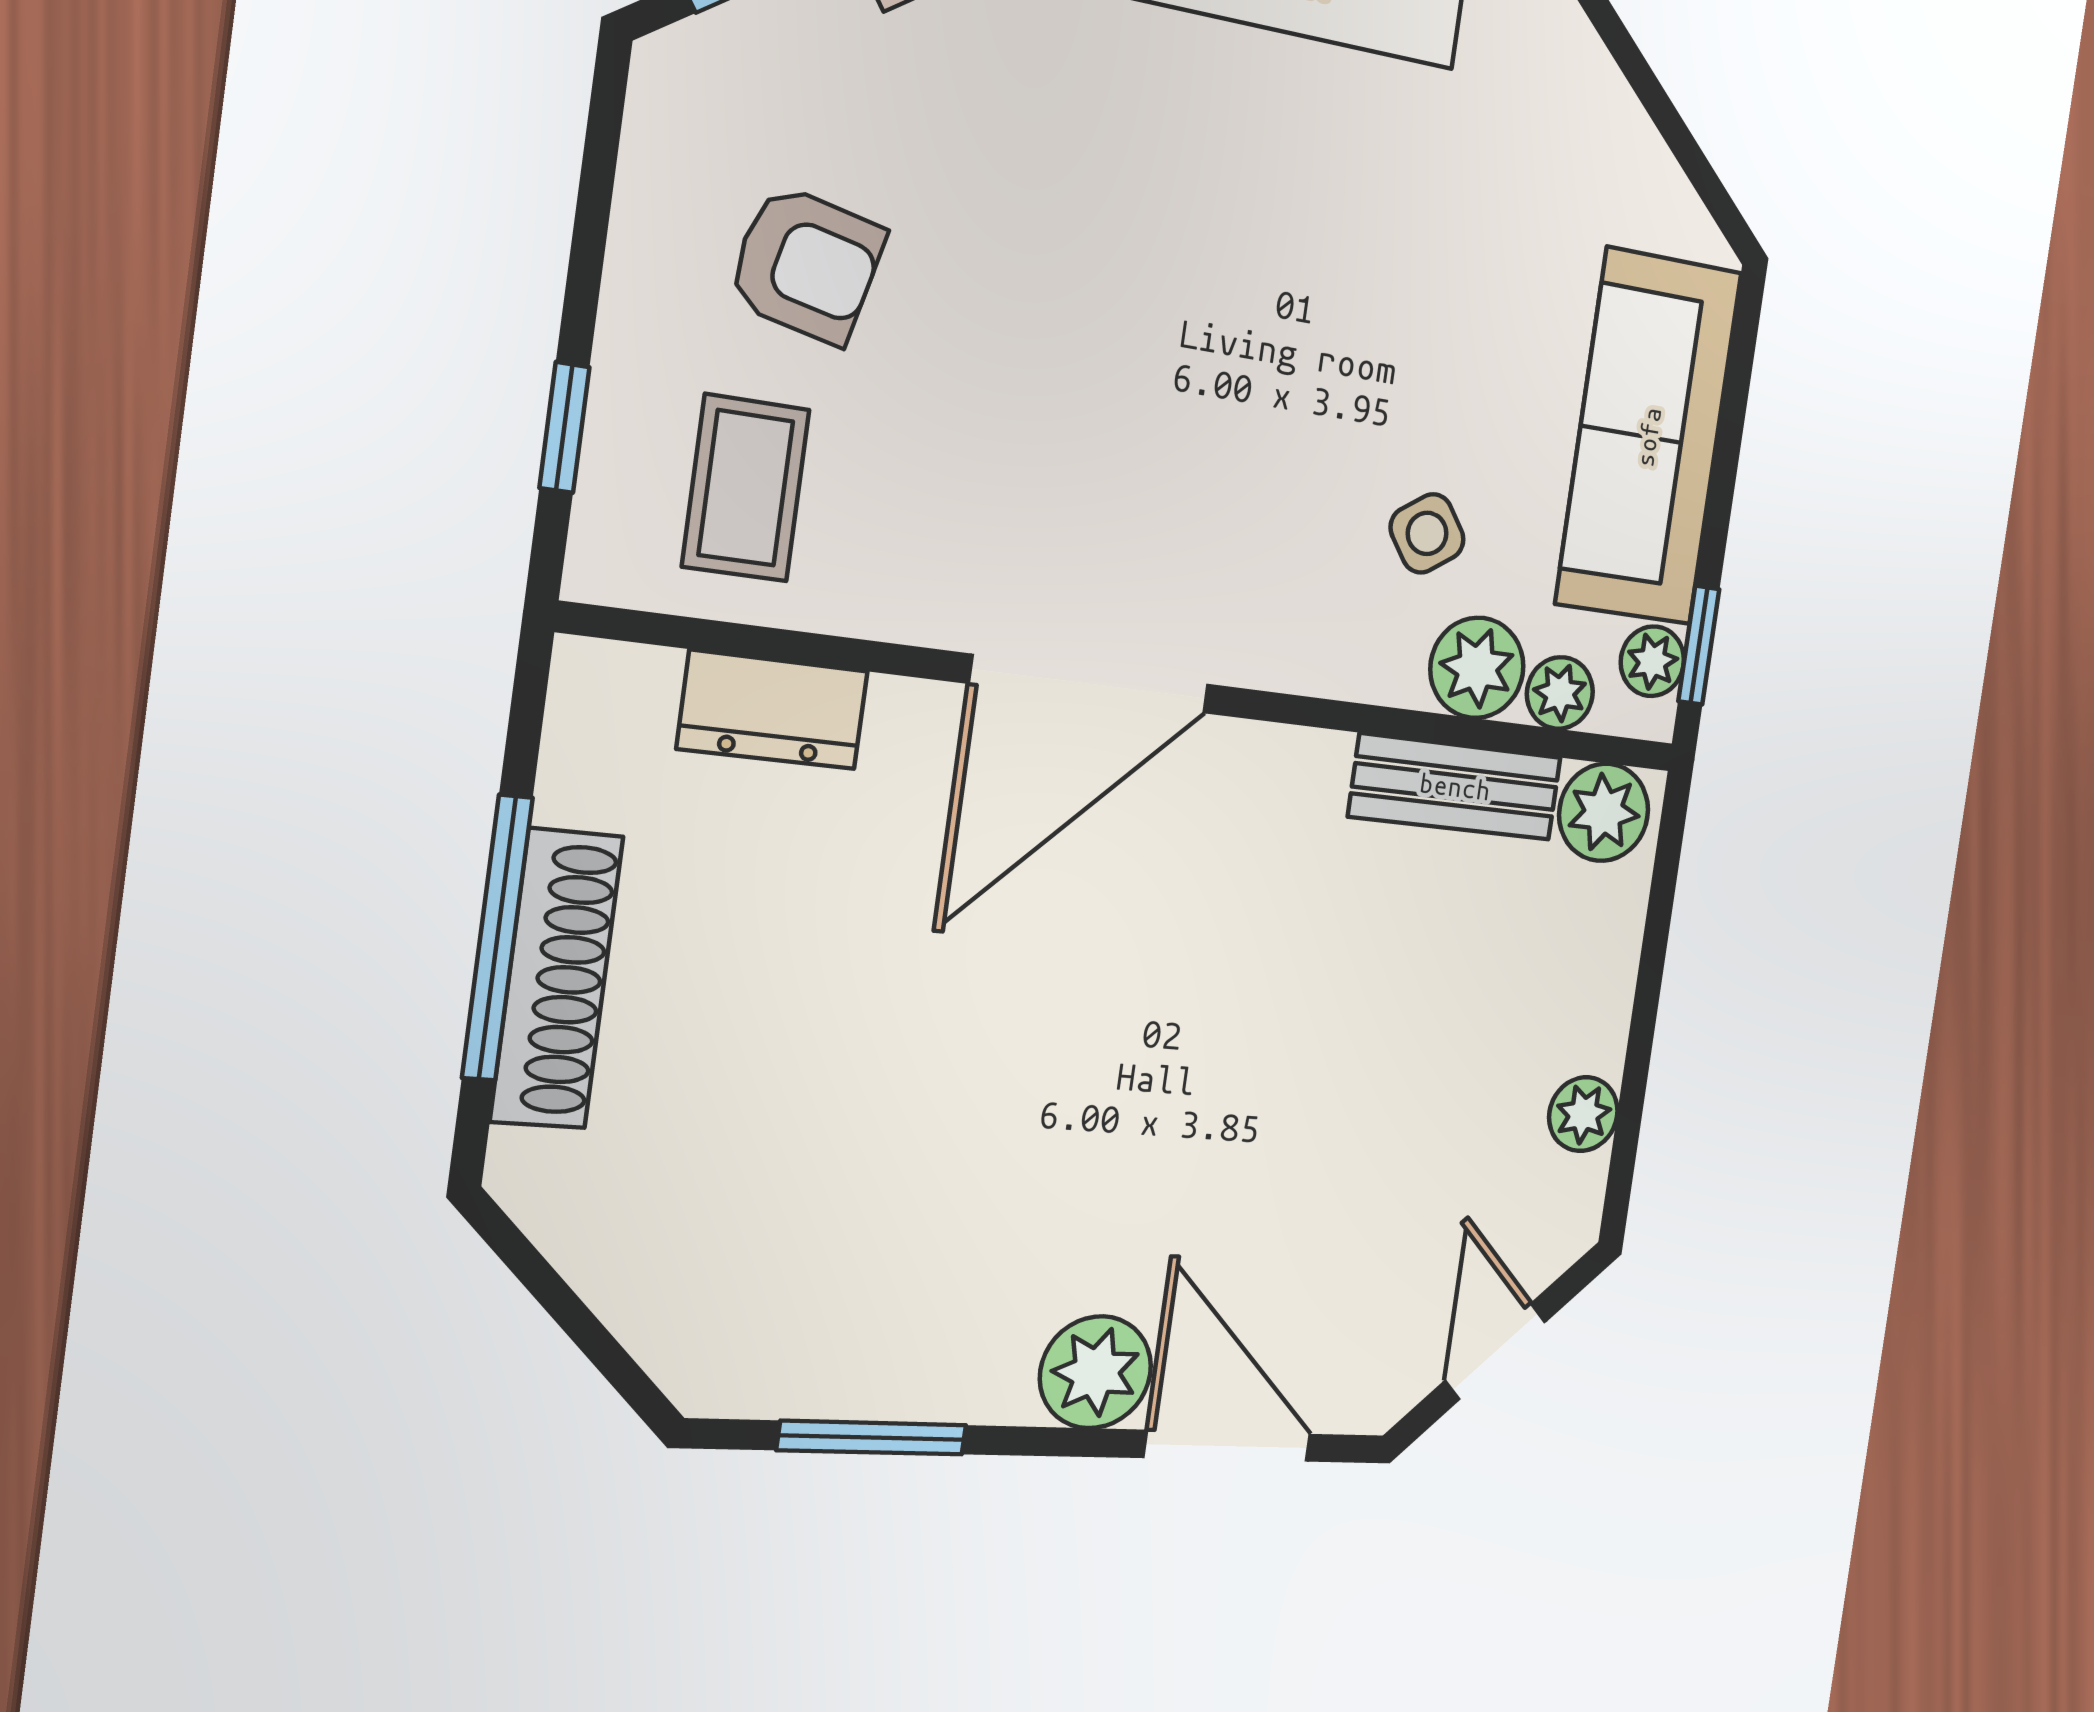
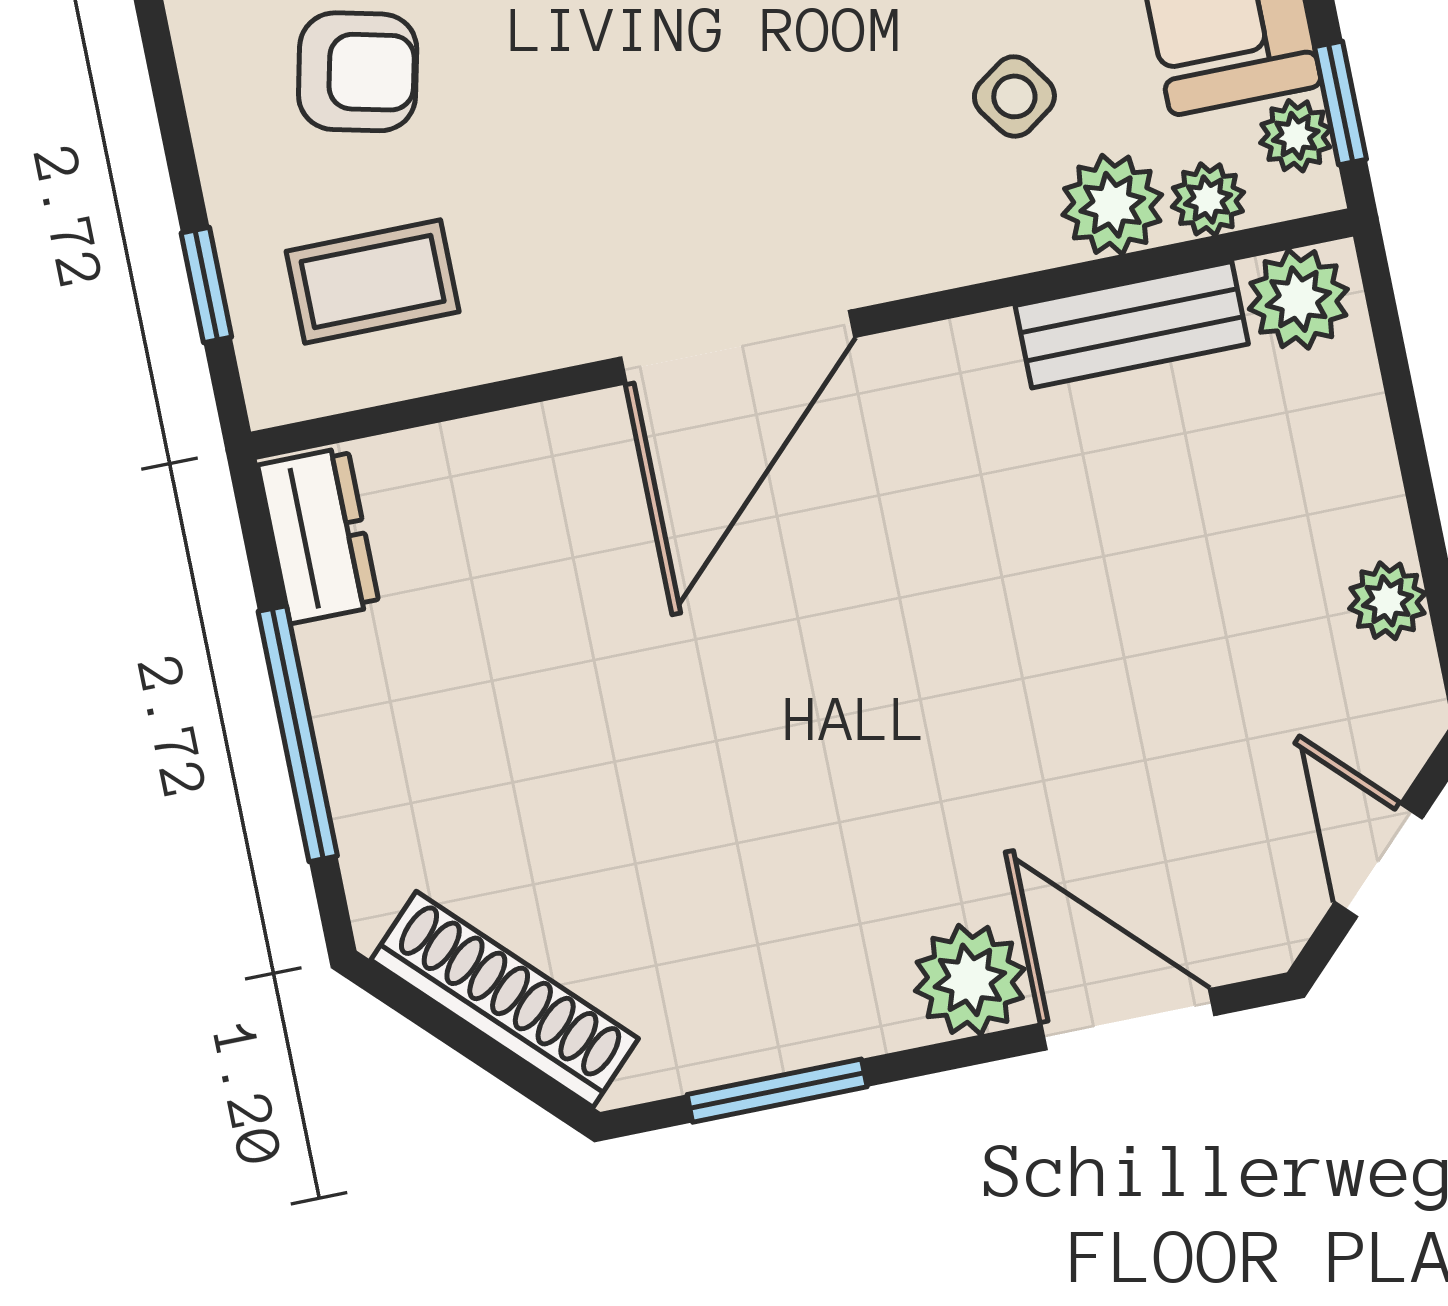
coffee table: (746, 488) -> (373, 281), turned 90
dresser: (773, 710) -> (319, 535), moved, turned -90
shoe rack: (557, 979) -> (505, 999), moved, turned -45

